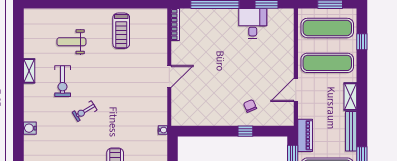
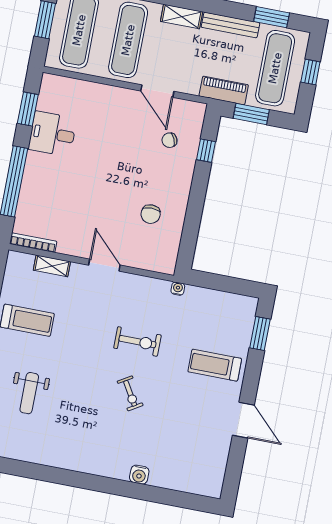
shelving: (29, 71) -> (52, 266), moved
exercise bike: (63, 81) -> (137, 342), moved
chair: (210, 101) -> (151, 214), added
chair: (250, 106) -> (170, 140), moved
window: (245, 131) -> (206, 151), moved

